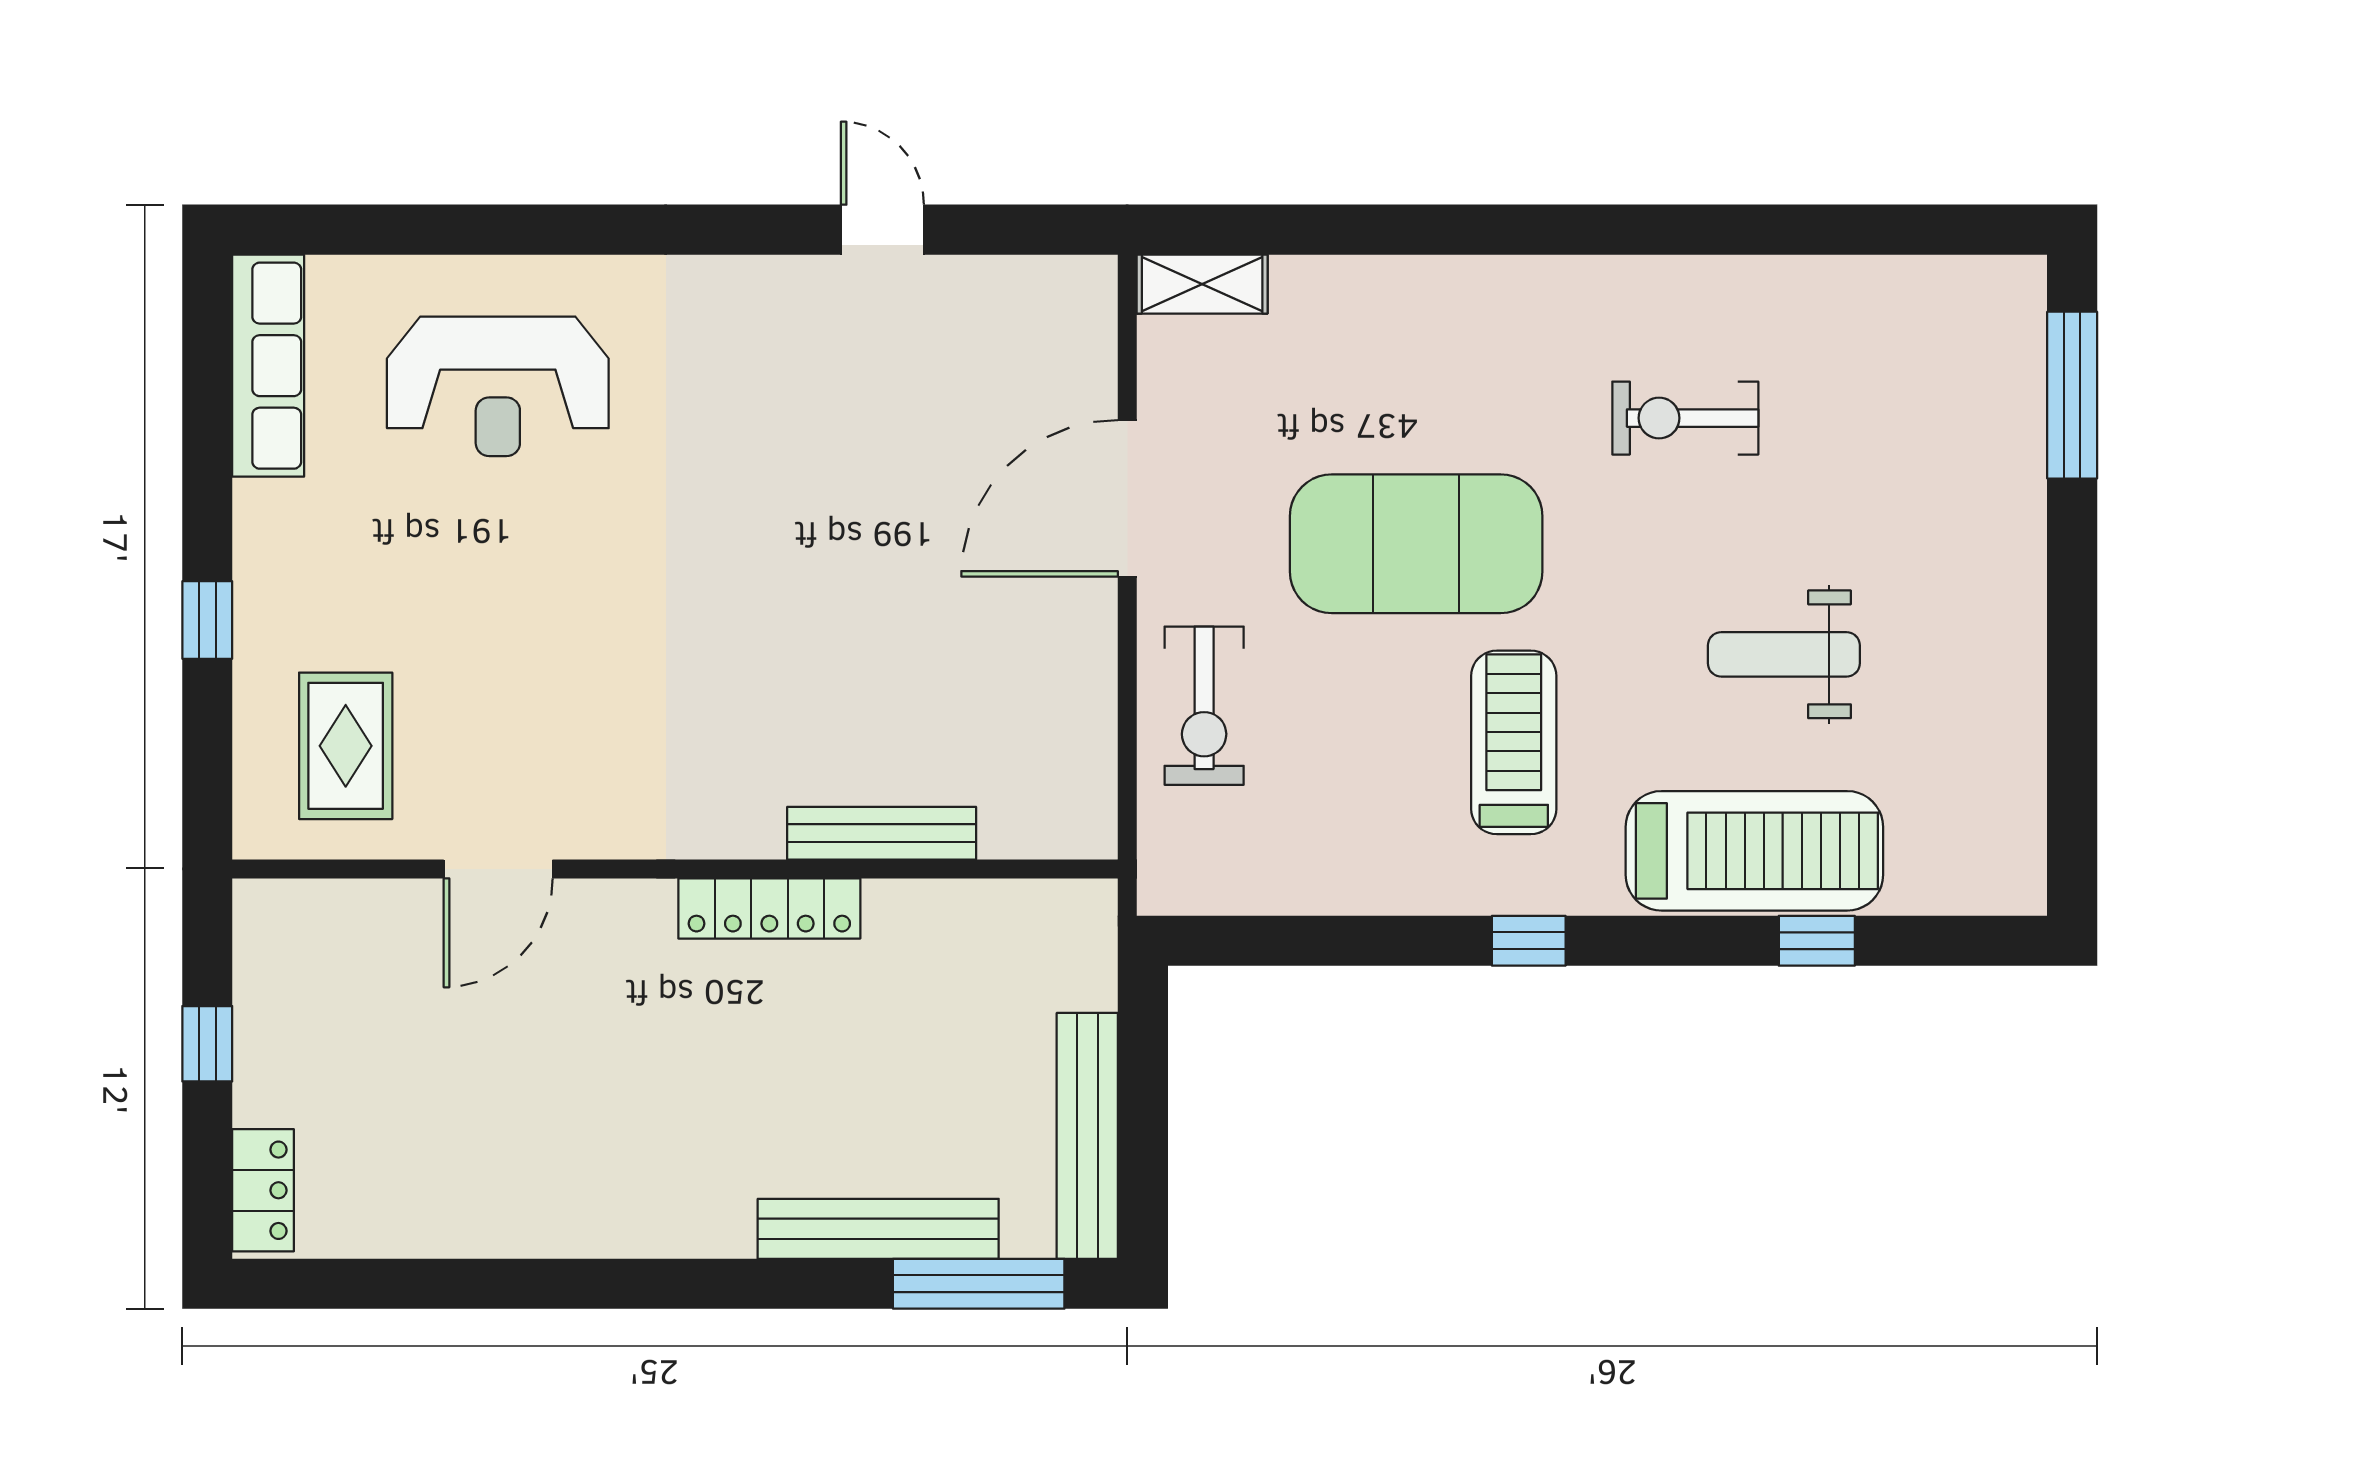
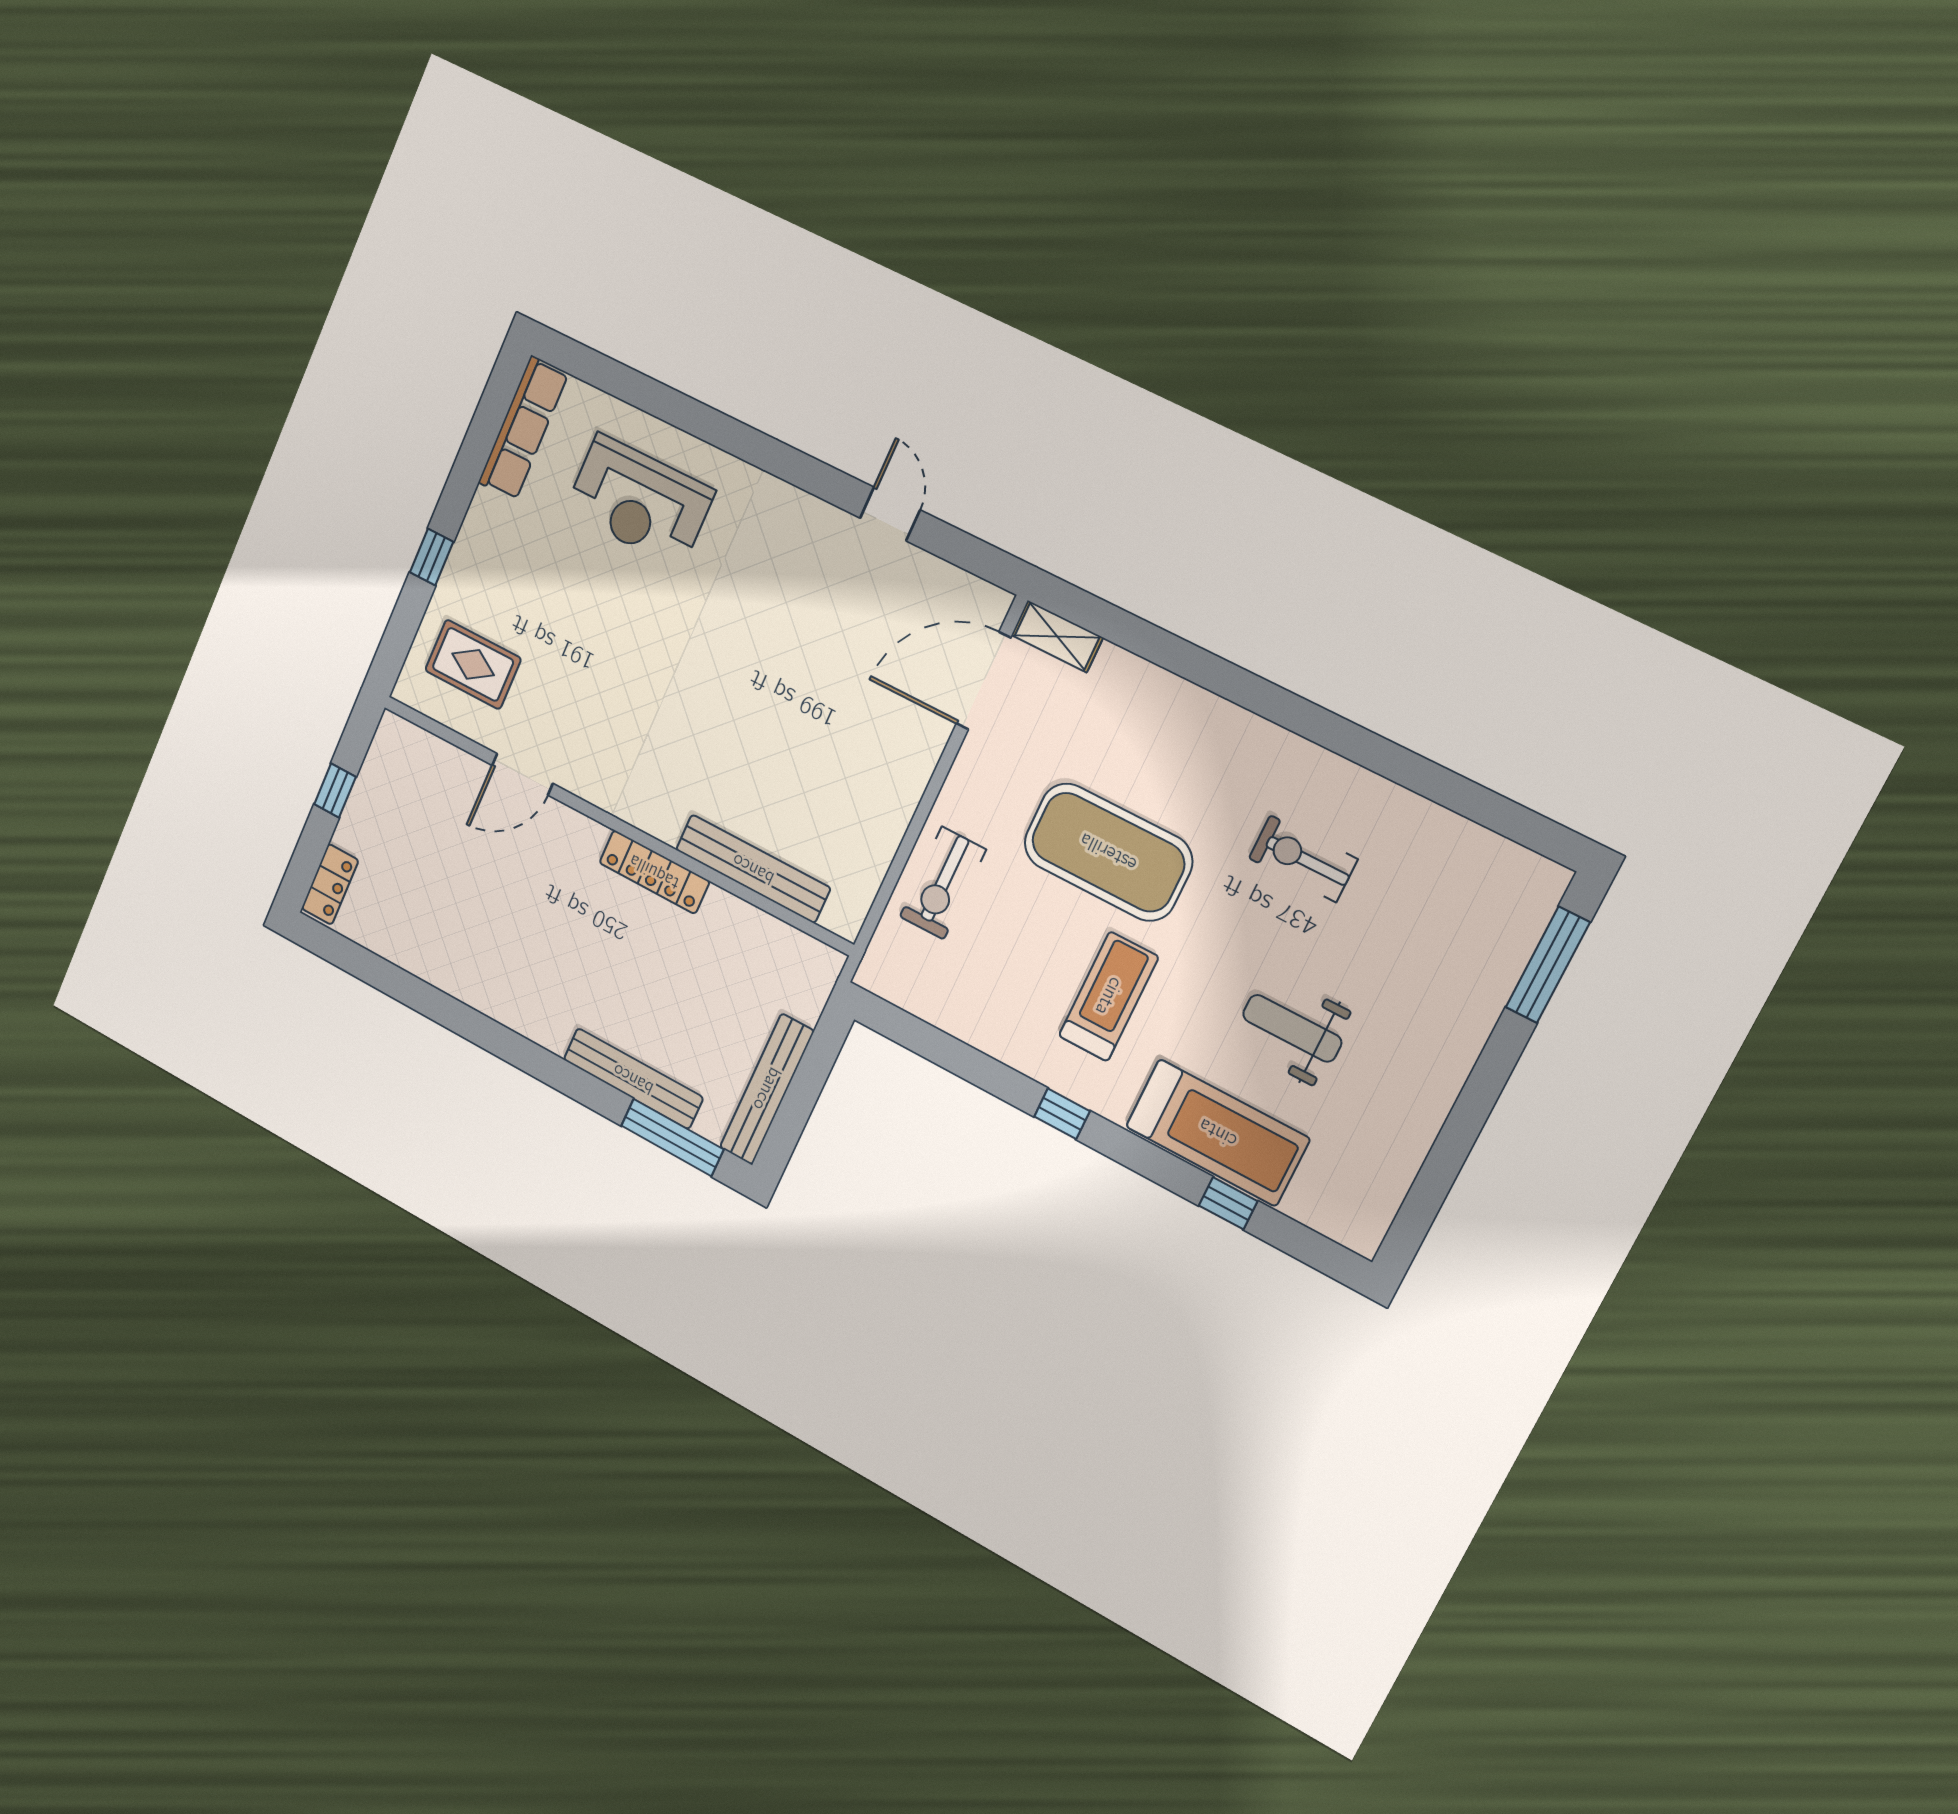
door: (1127, 498) -> (984, 681), moved
rug: (346, 746) -> (473, 664), turned 90
bench: (882, 833) -> (753, 869), width x1.37, depth x1.21

